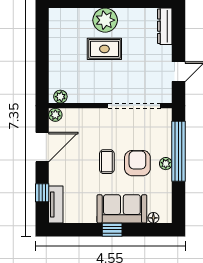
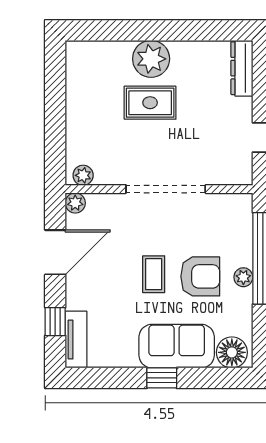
doorway: (134, 106) -> (166, 189), moved
armchair: (137, 163) -> (200, 276), turned 90
floor lamp: (153, 218) -> (232, 352), width x1.89, depth x1.89

